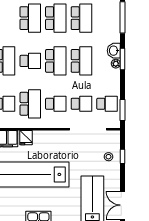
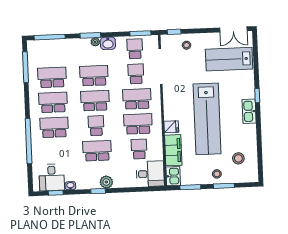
washbasin: (114, 51) -> (108, 43), moved
school desk: (56, 104) -> (137, 99), width x1.85
window: (123, 156) -> (174, 32), moved

